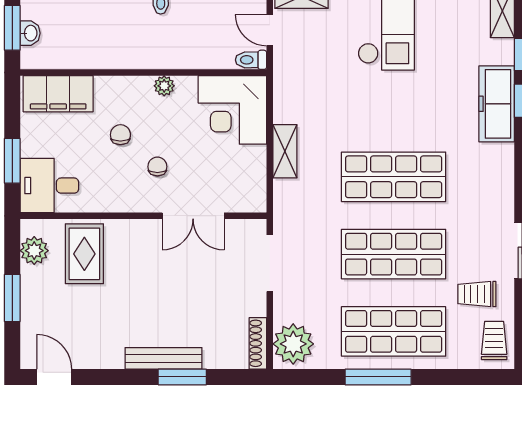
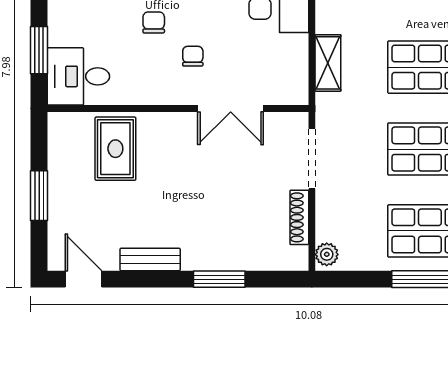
shelving: (285, 151) -> (328, 63), moved
plant: (34, 251) -> (62, 145), removed
shoe rack: (258, 343) -> (299, 217), moved
plant: (293, 344) -> (327, 254), width x0.53, depth x0.53
bench: (163, 358) -> (150, 259), moved, width x0.73

